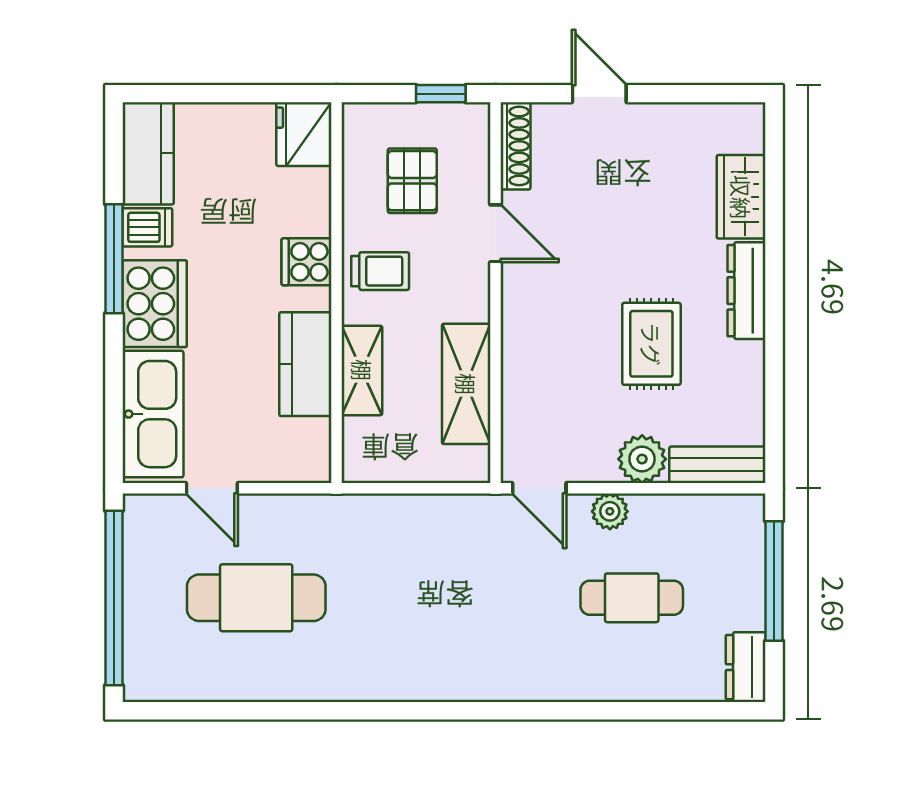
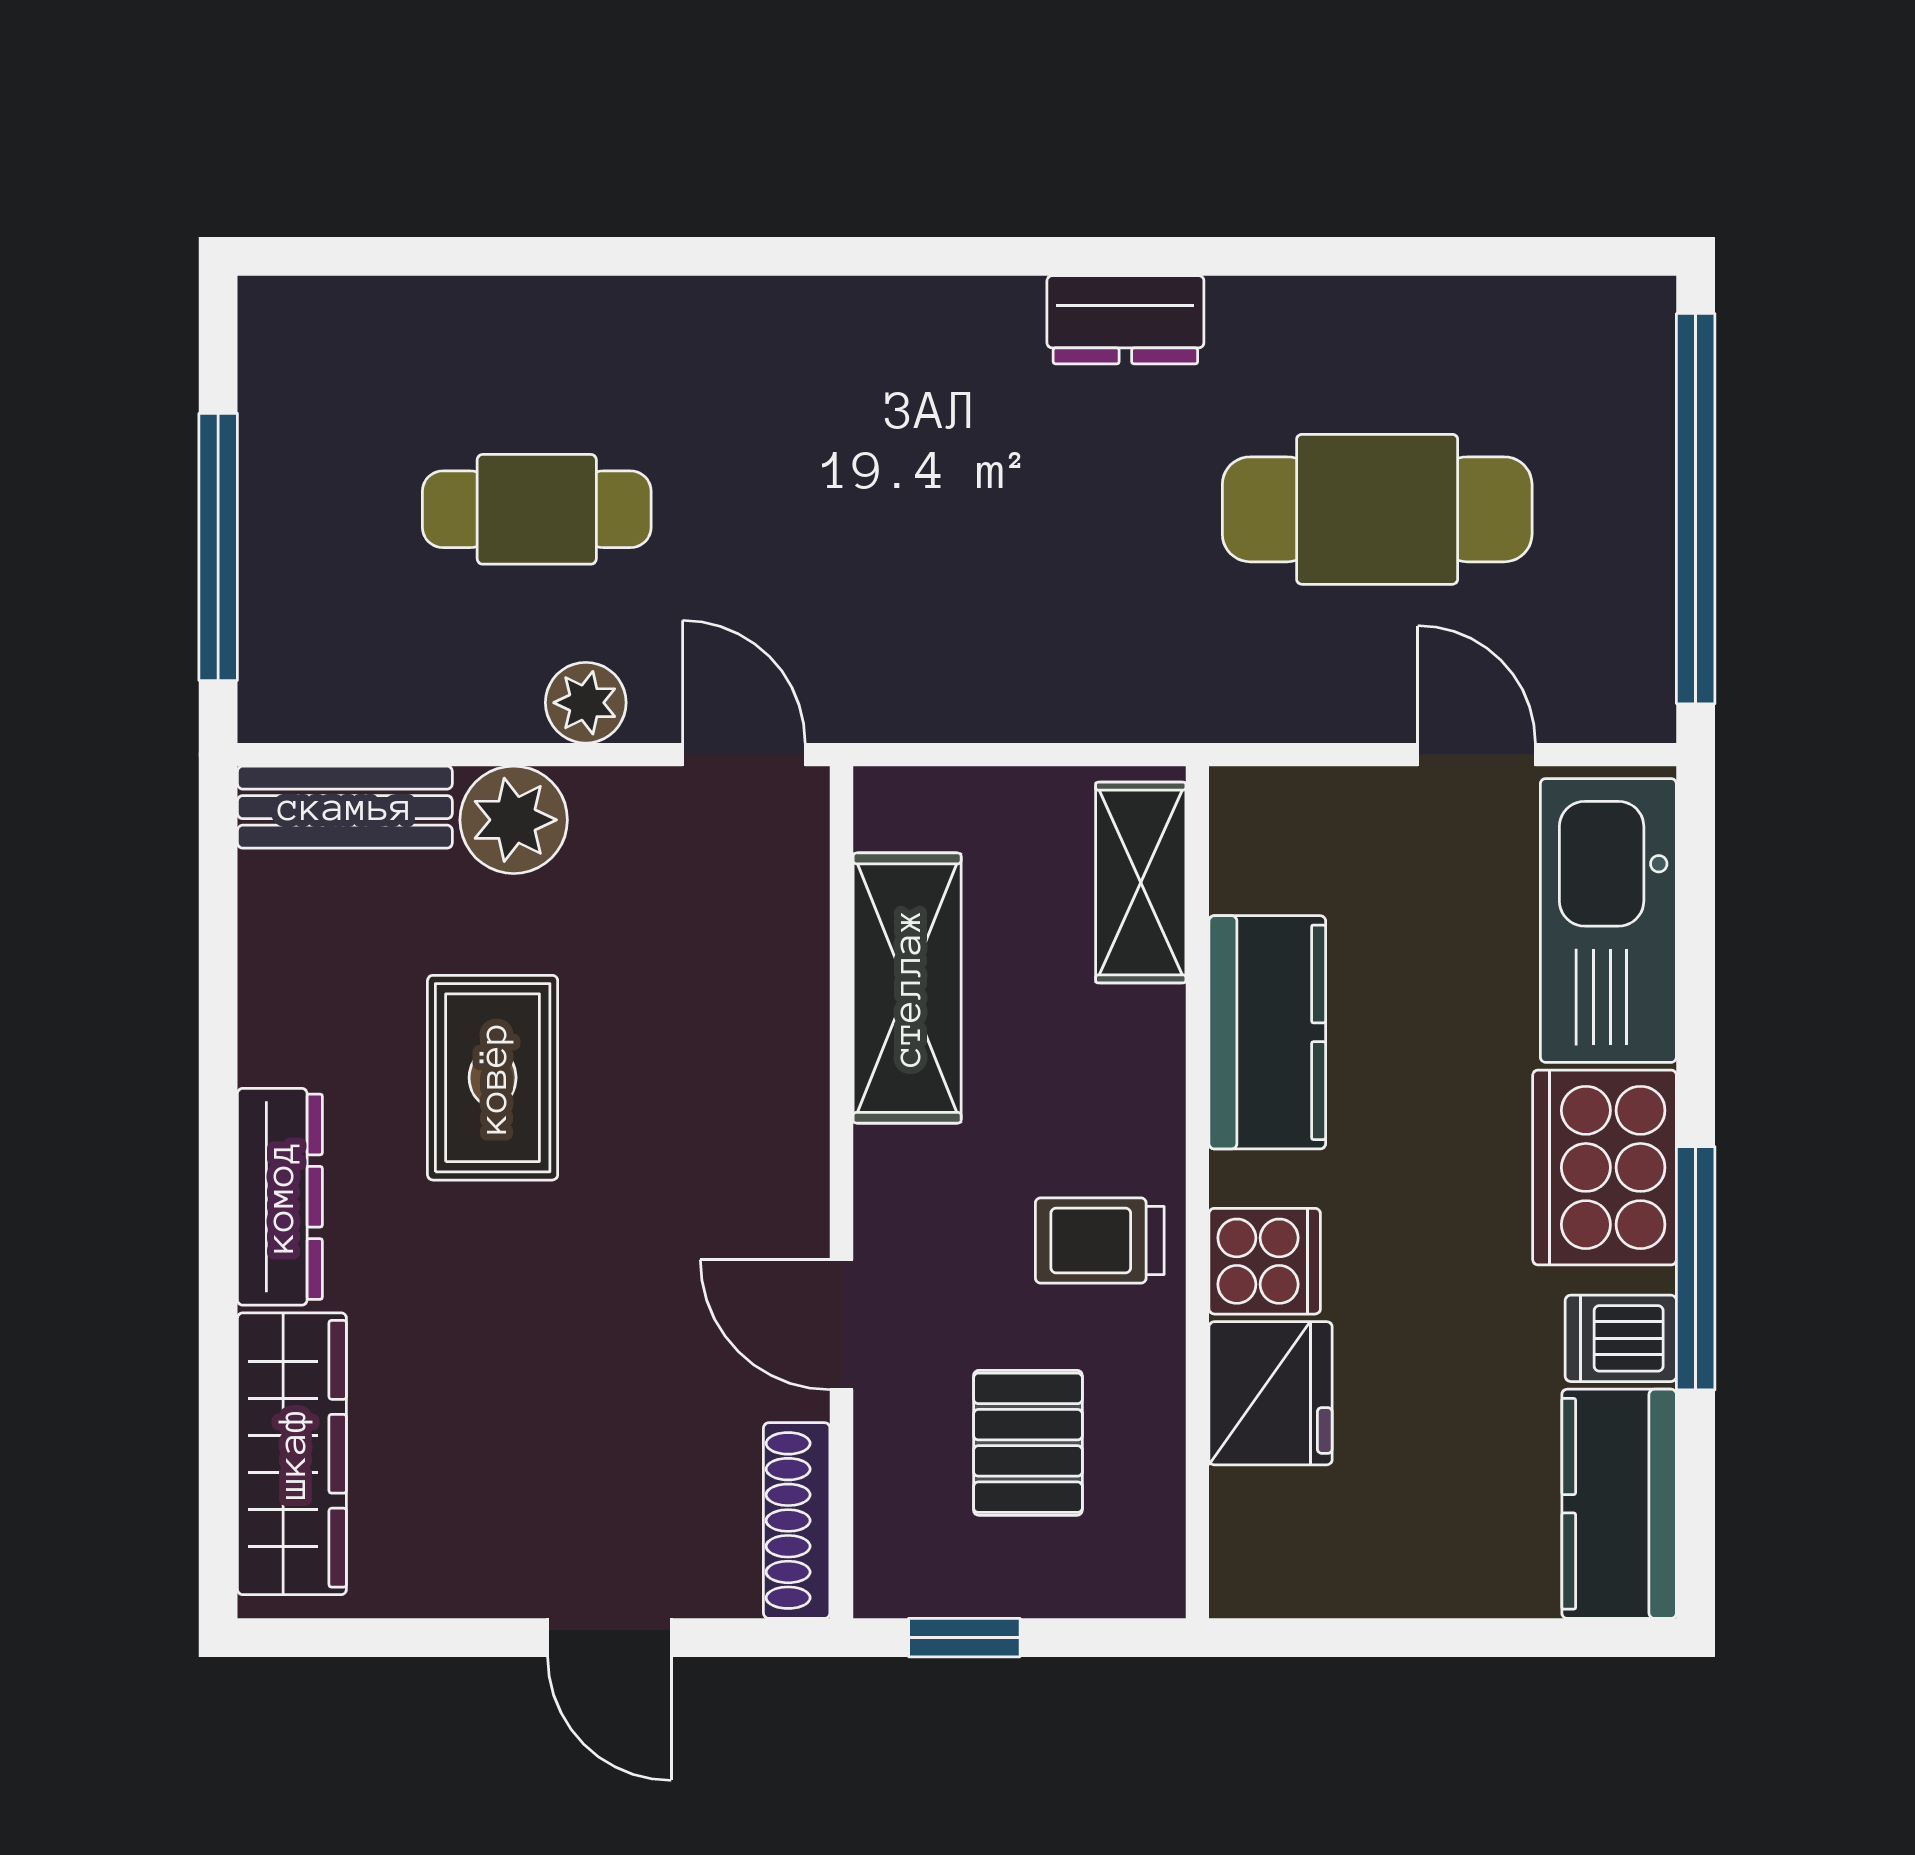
fridge: (304, 134) -> (1271, 1393), moved
wardrobe: (741, 197) -> (292, 1454), width x1.50
shelving: (362, 370) -> (1141, 883), moved
dresser: (746, 667) -> (1125, 320), moved, turned 90

